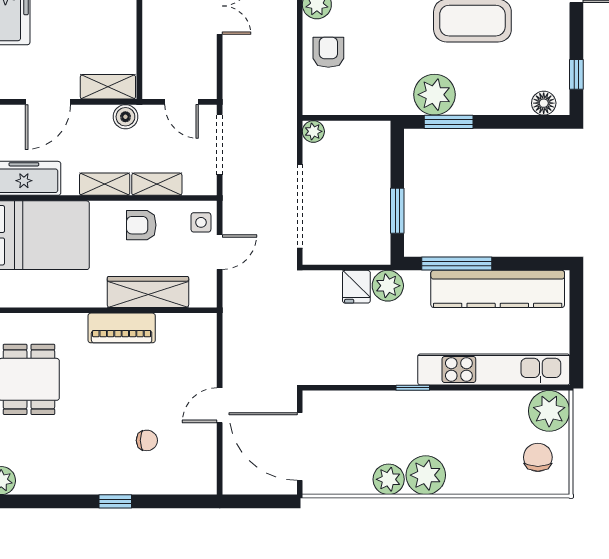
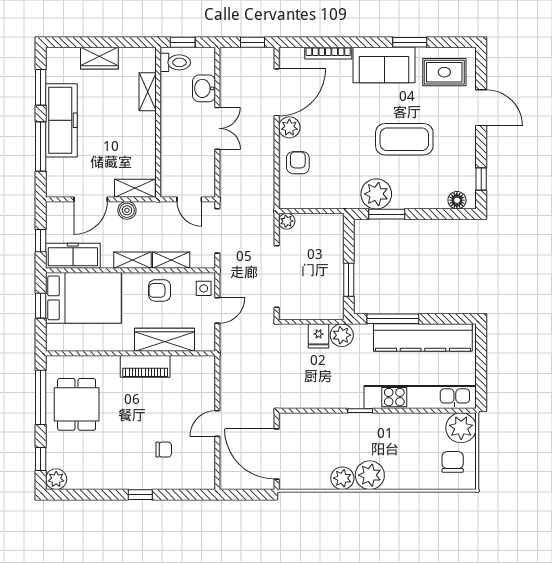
boiler: (125, 117) -> (127, 210), moved

